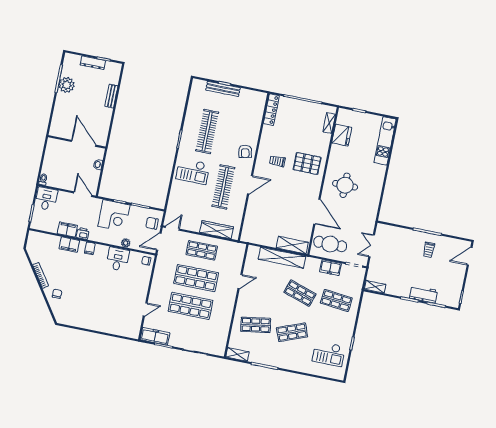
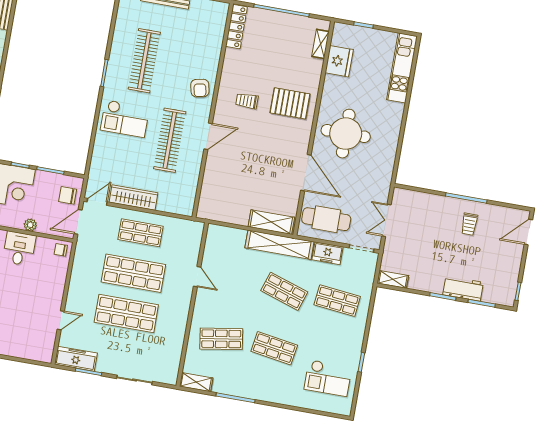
round table: (345, 185) -> (346, 134), width x1.36, depth x1.36
wardrobe: (217, 230) -> (134, 198), moved
shelving: (282, 258) -> (279, 245), moved
door: (240, 281) -> (197, 277), hinge flipped
shop shelf: (292, 332) -> (274, 348), turned 30

